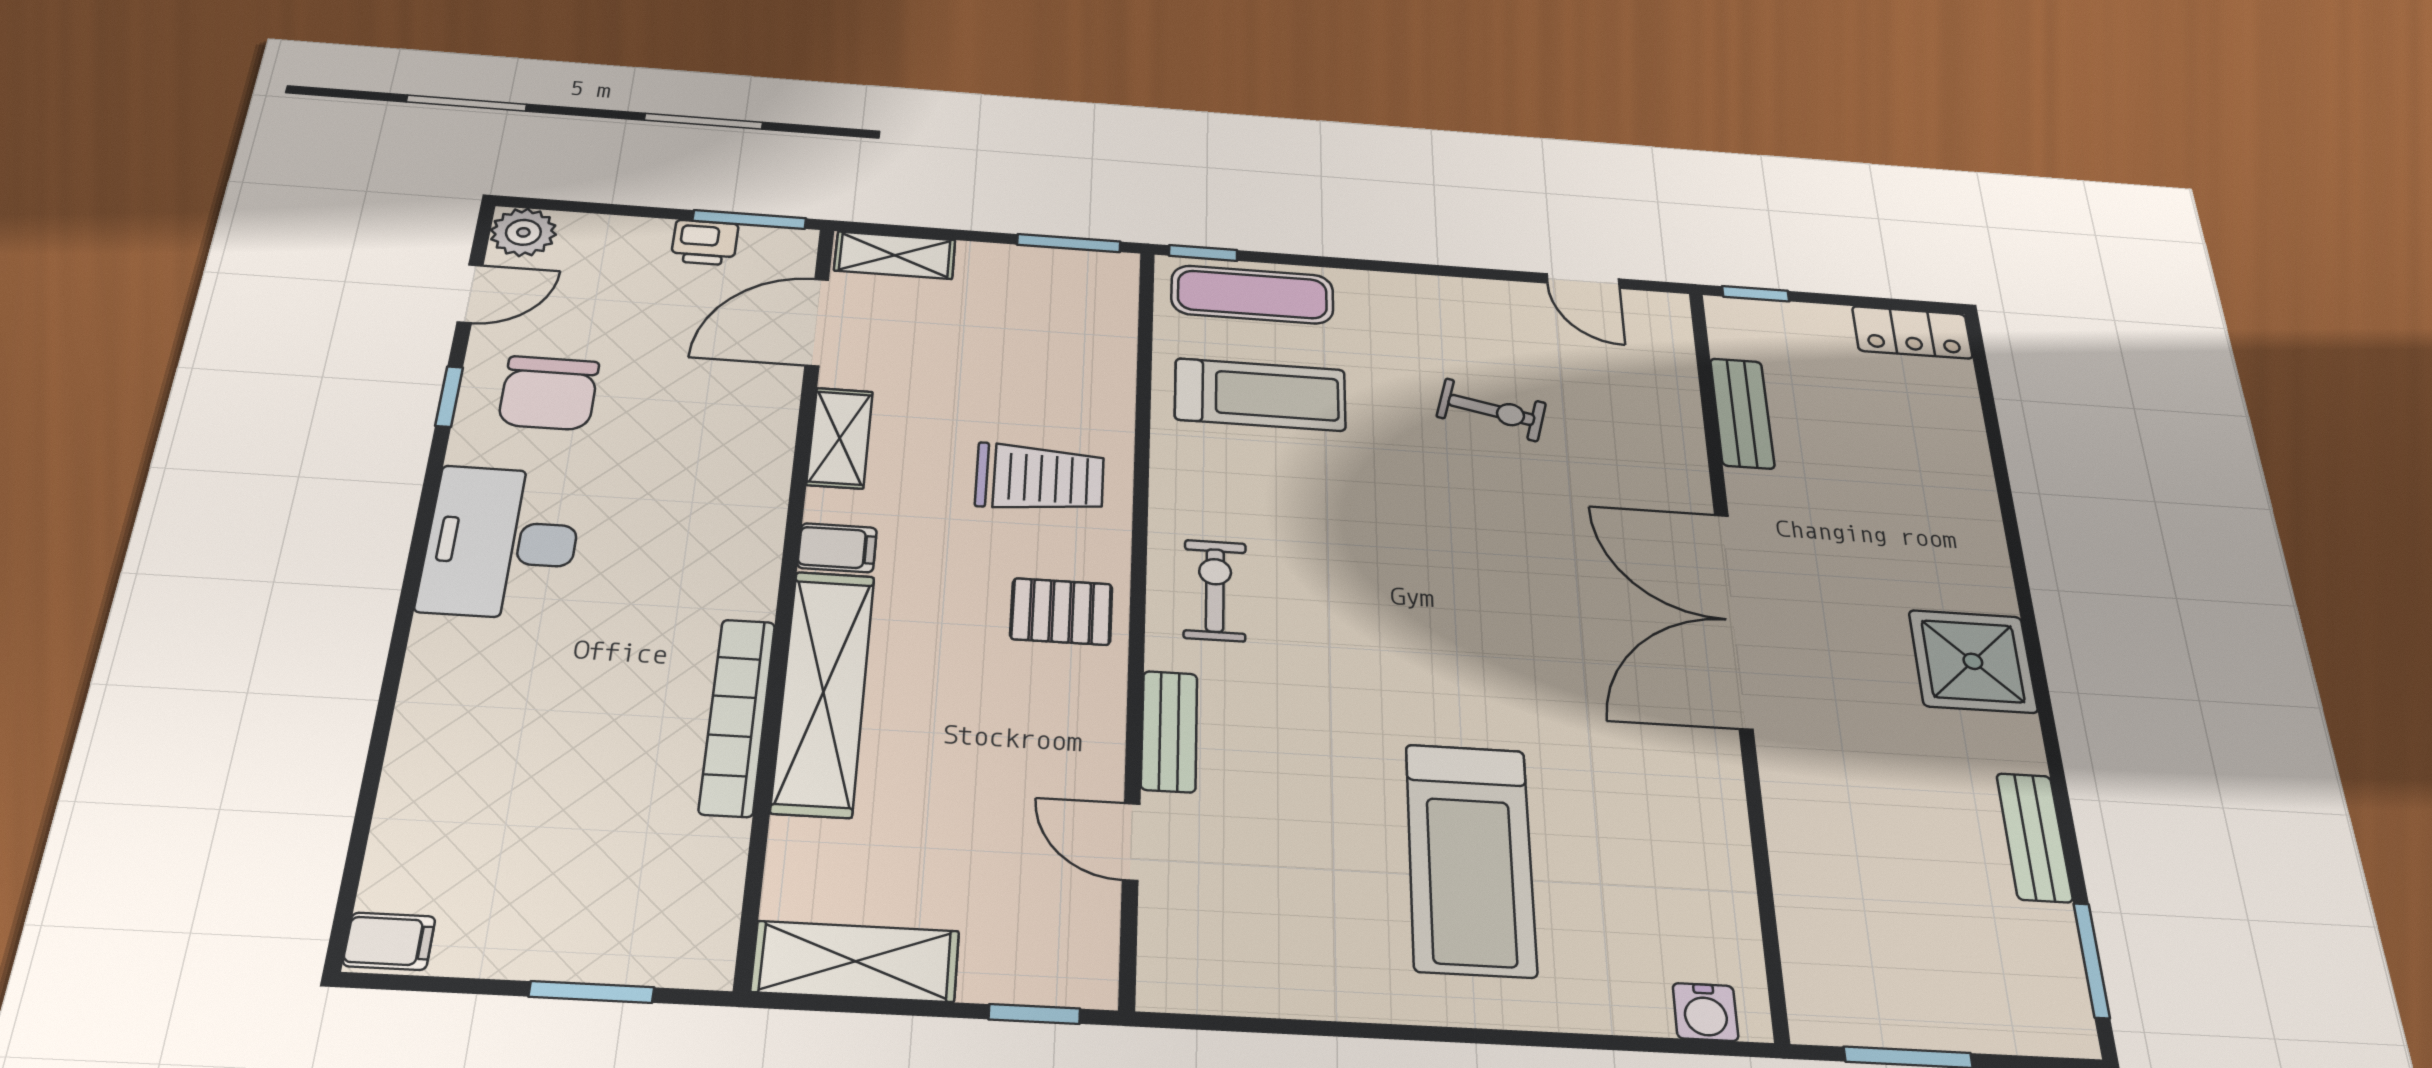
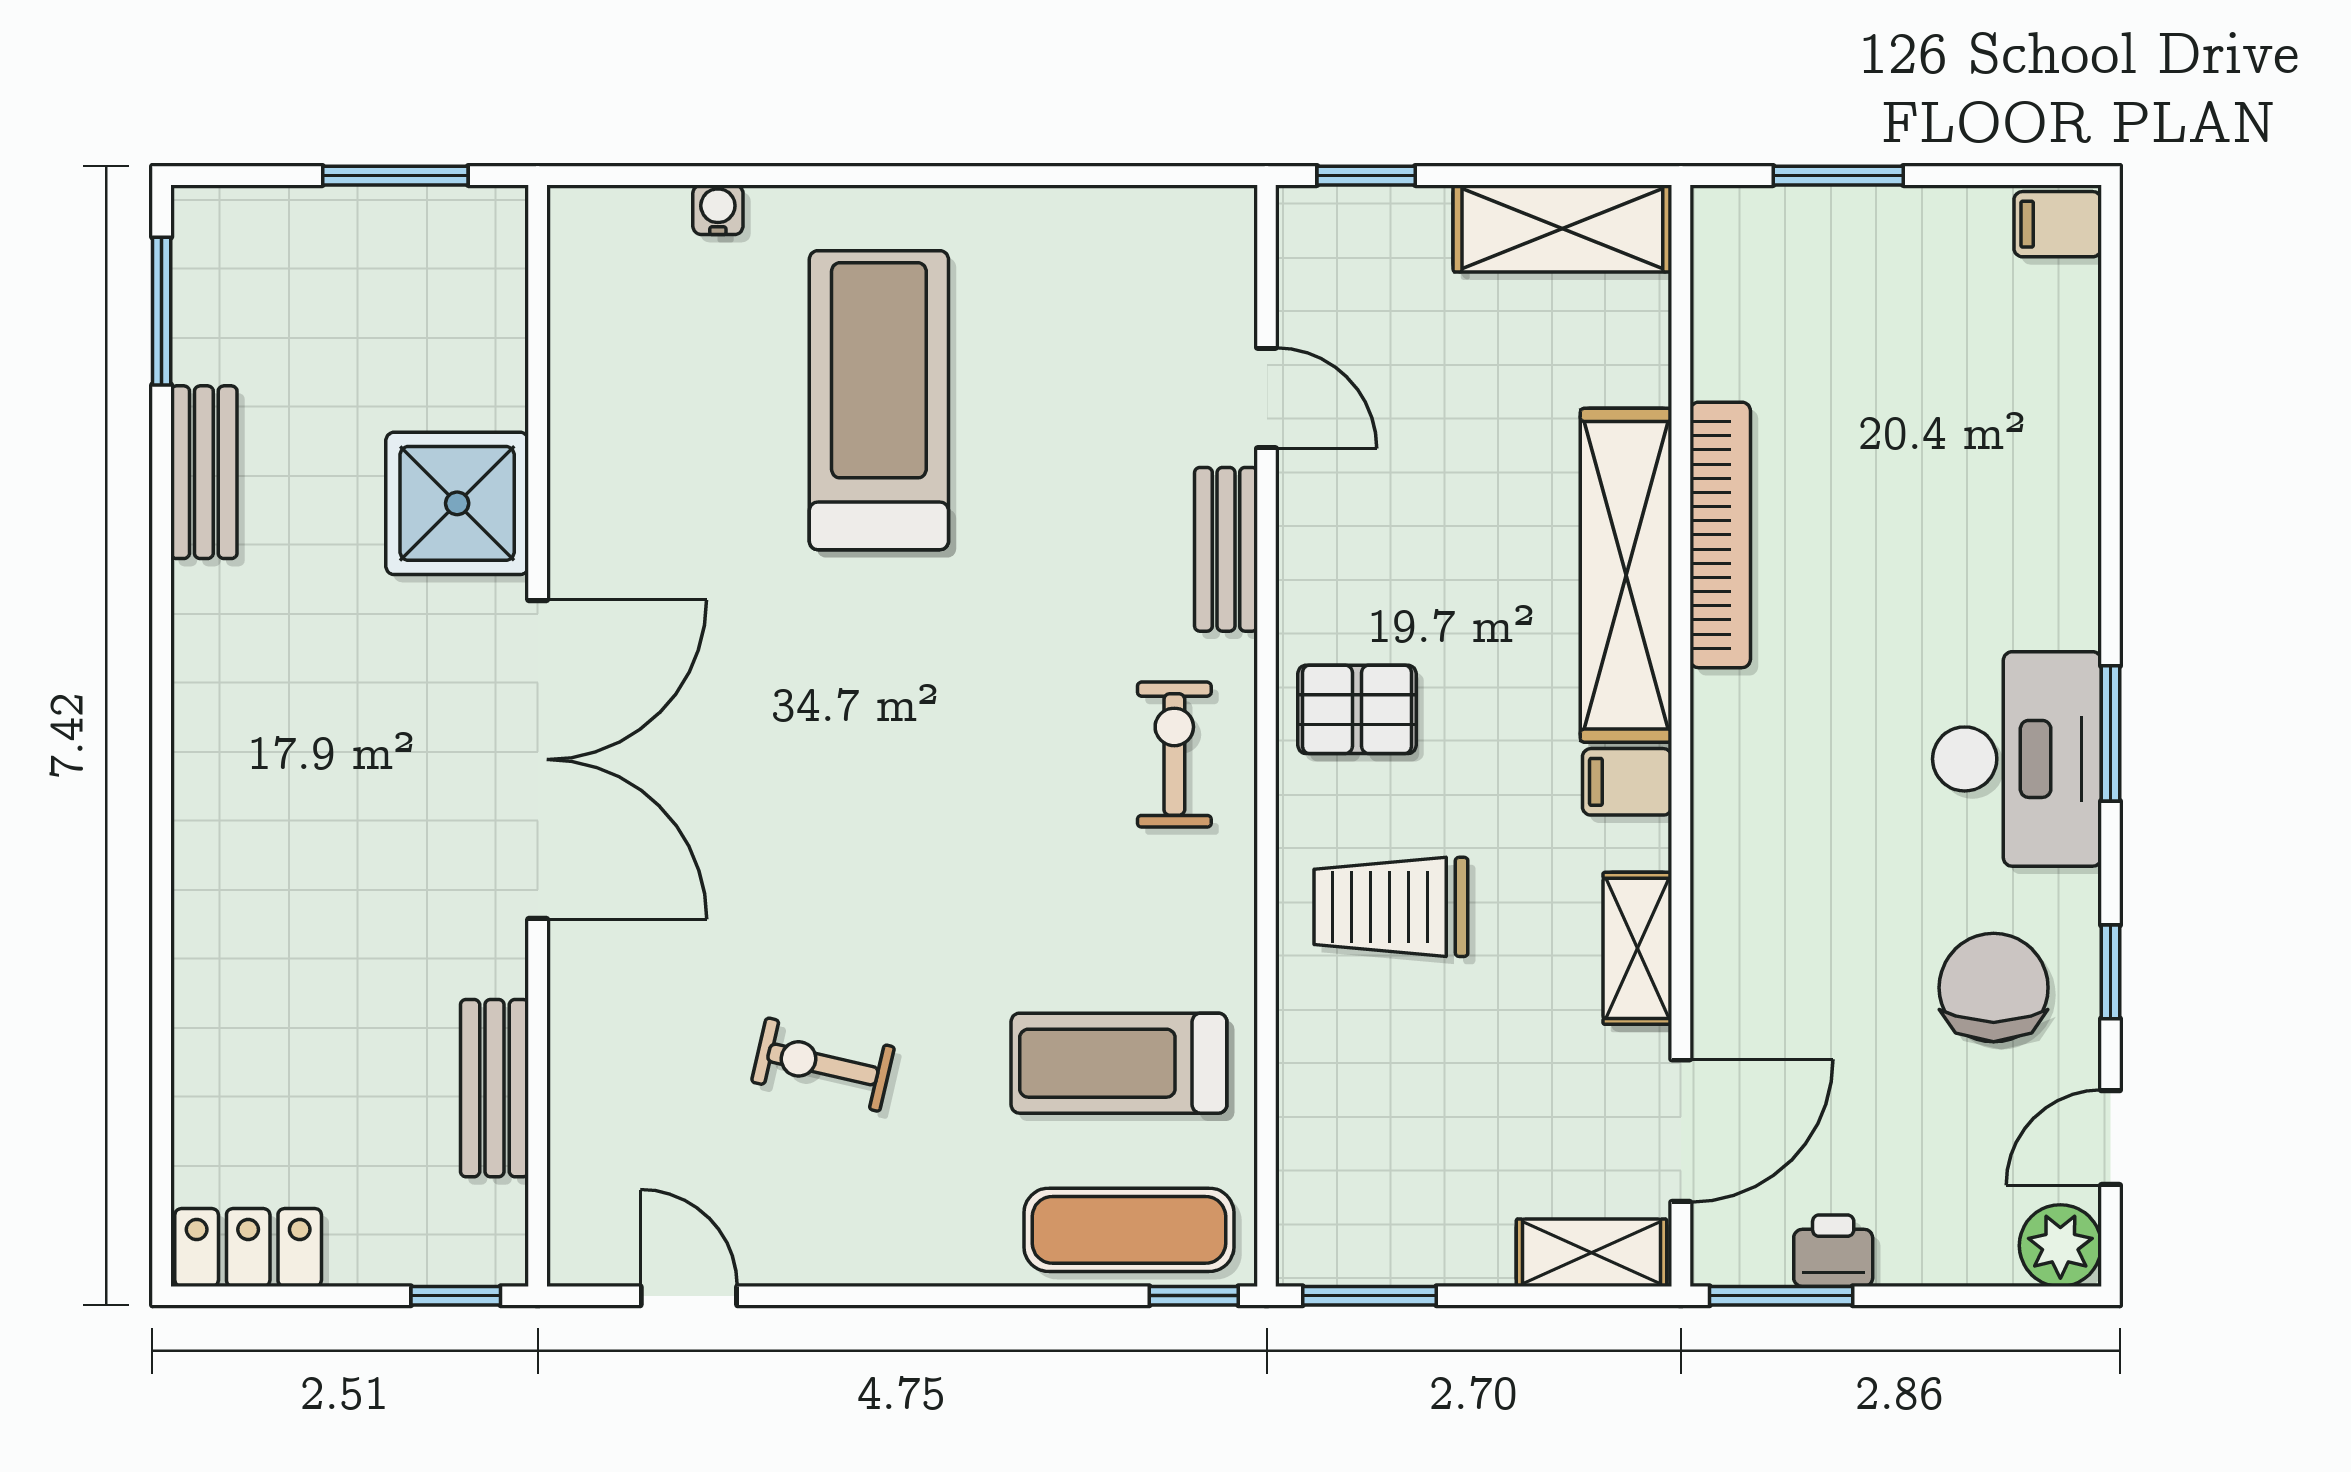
window: (417, 555) -> (2110, 733), added
exercise bike: (1215, 590) -> (1174, 754), turned 180
shower: (1973, 661) -> (457, 503), moved
water cooler: (1705, 1012) -> (718, 210), moved, width x0.72, depth x0.72

